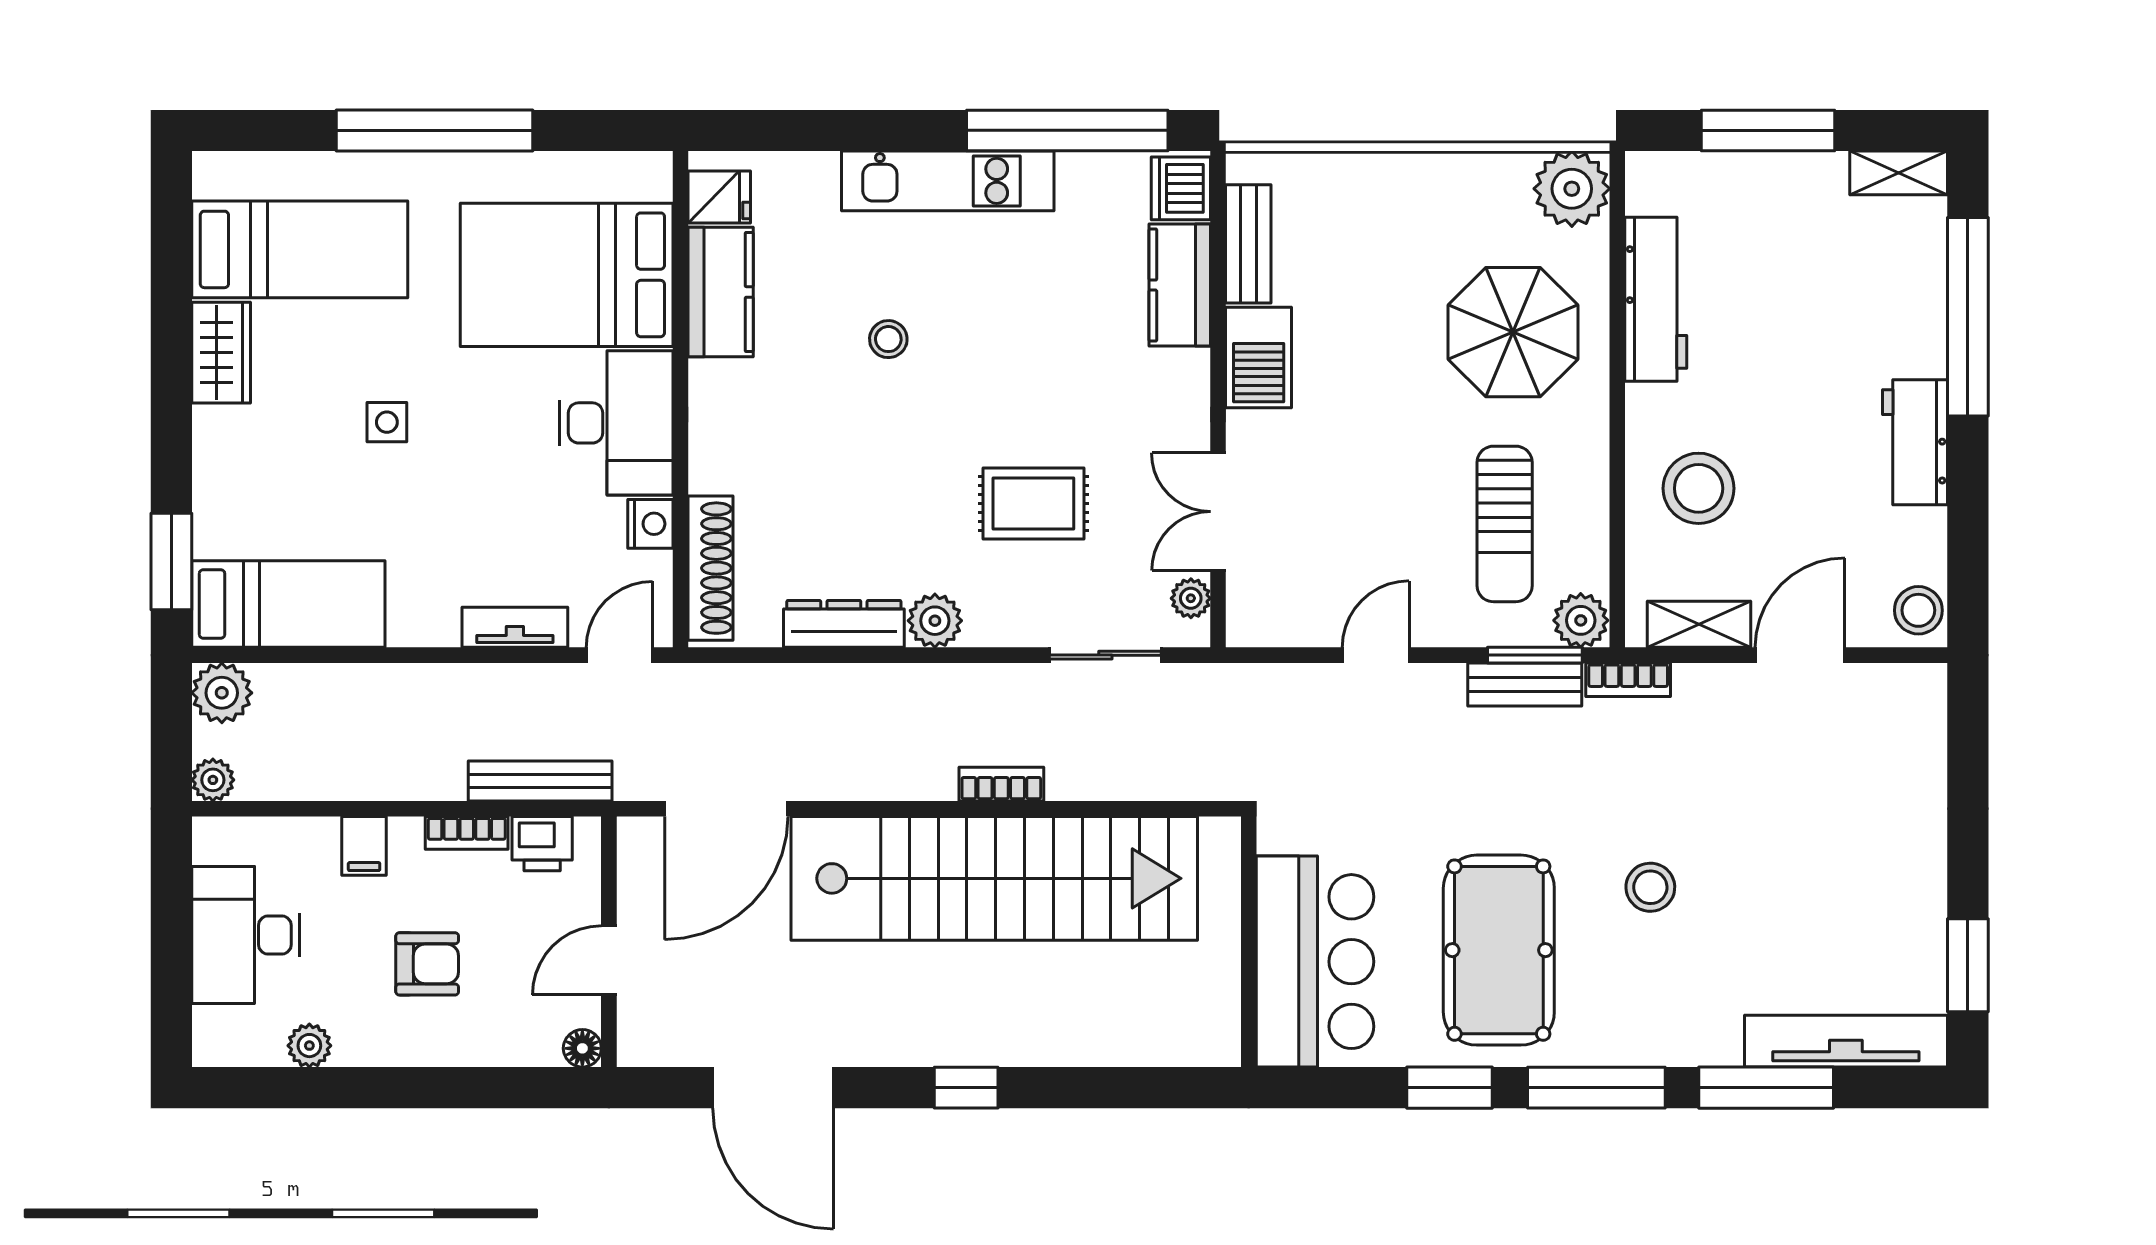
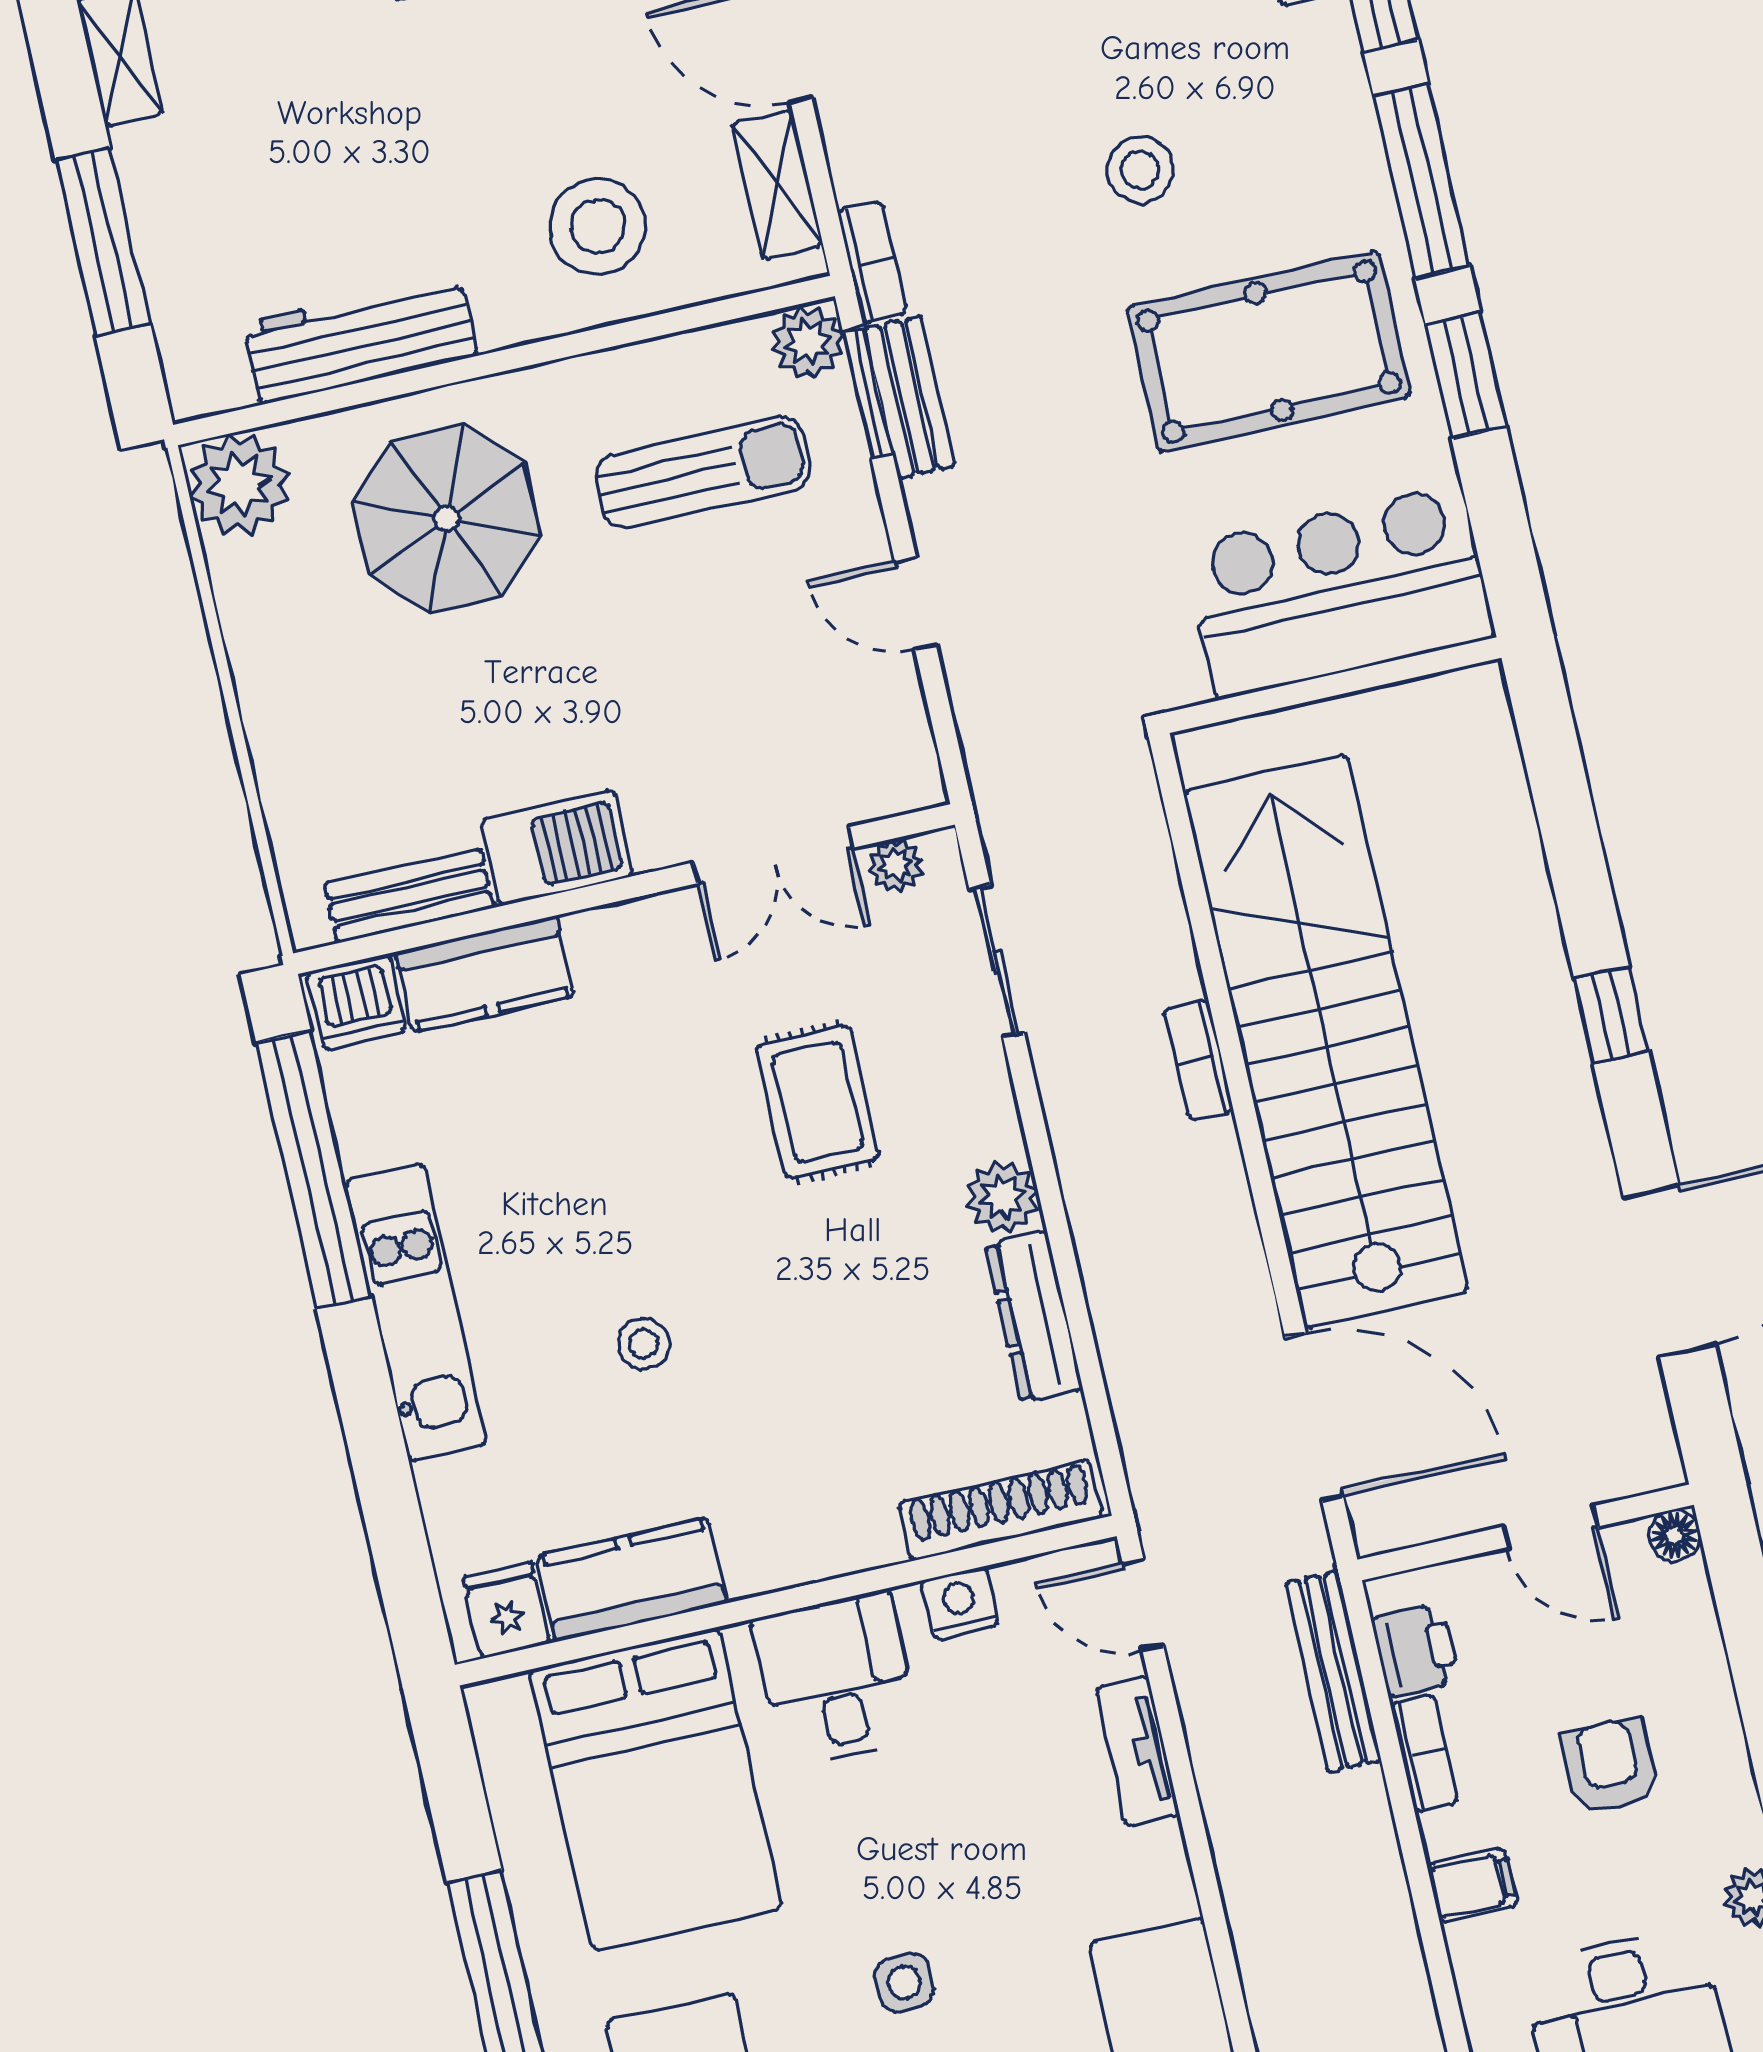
desk: (616, 423) -> (836, 1679), width x0.73

